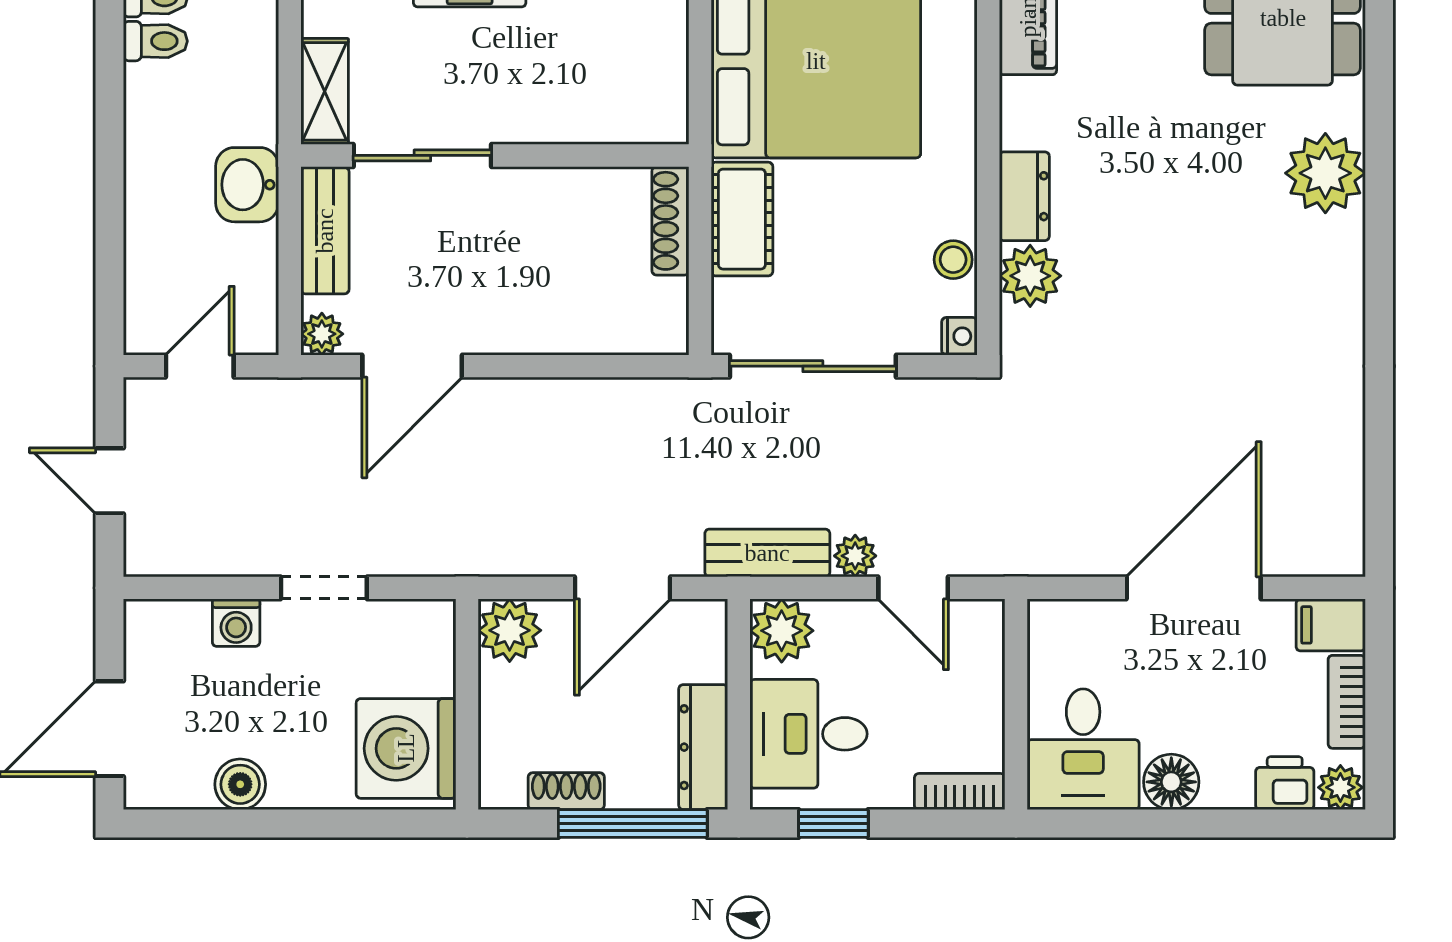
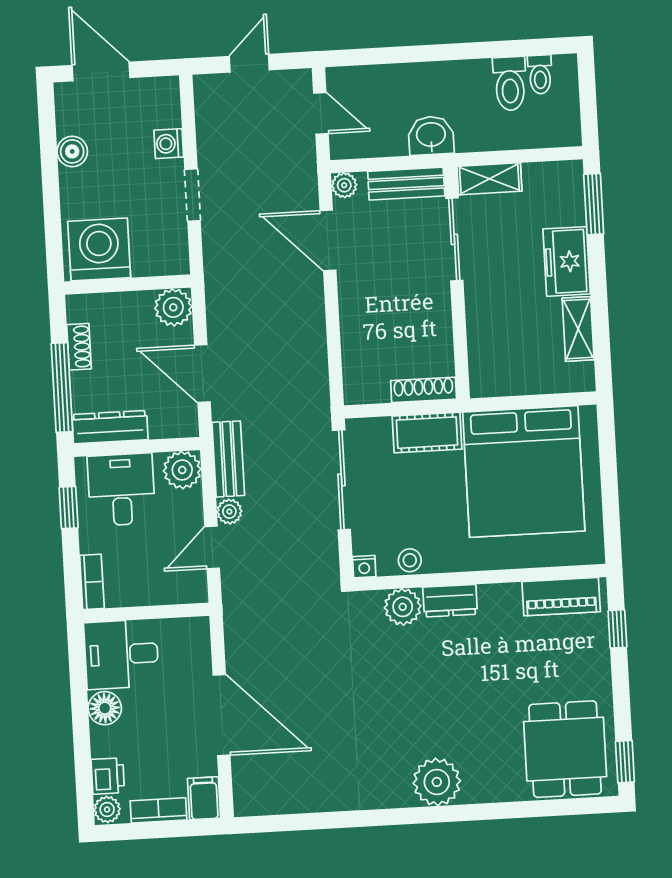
toilet: (155, 41) -> (510, 84), width x1.37, depth x1.39
plant: (1325, 173) -> (437, 782), moved

